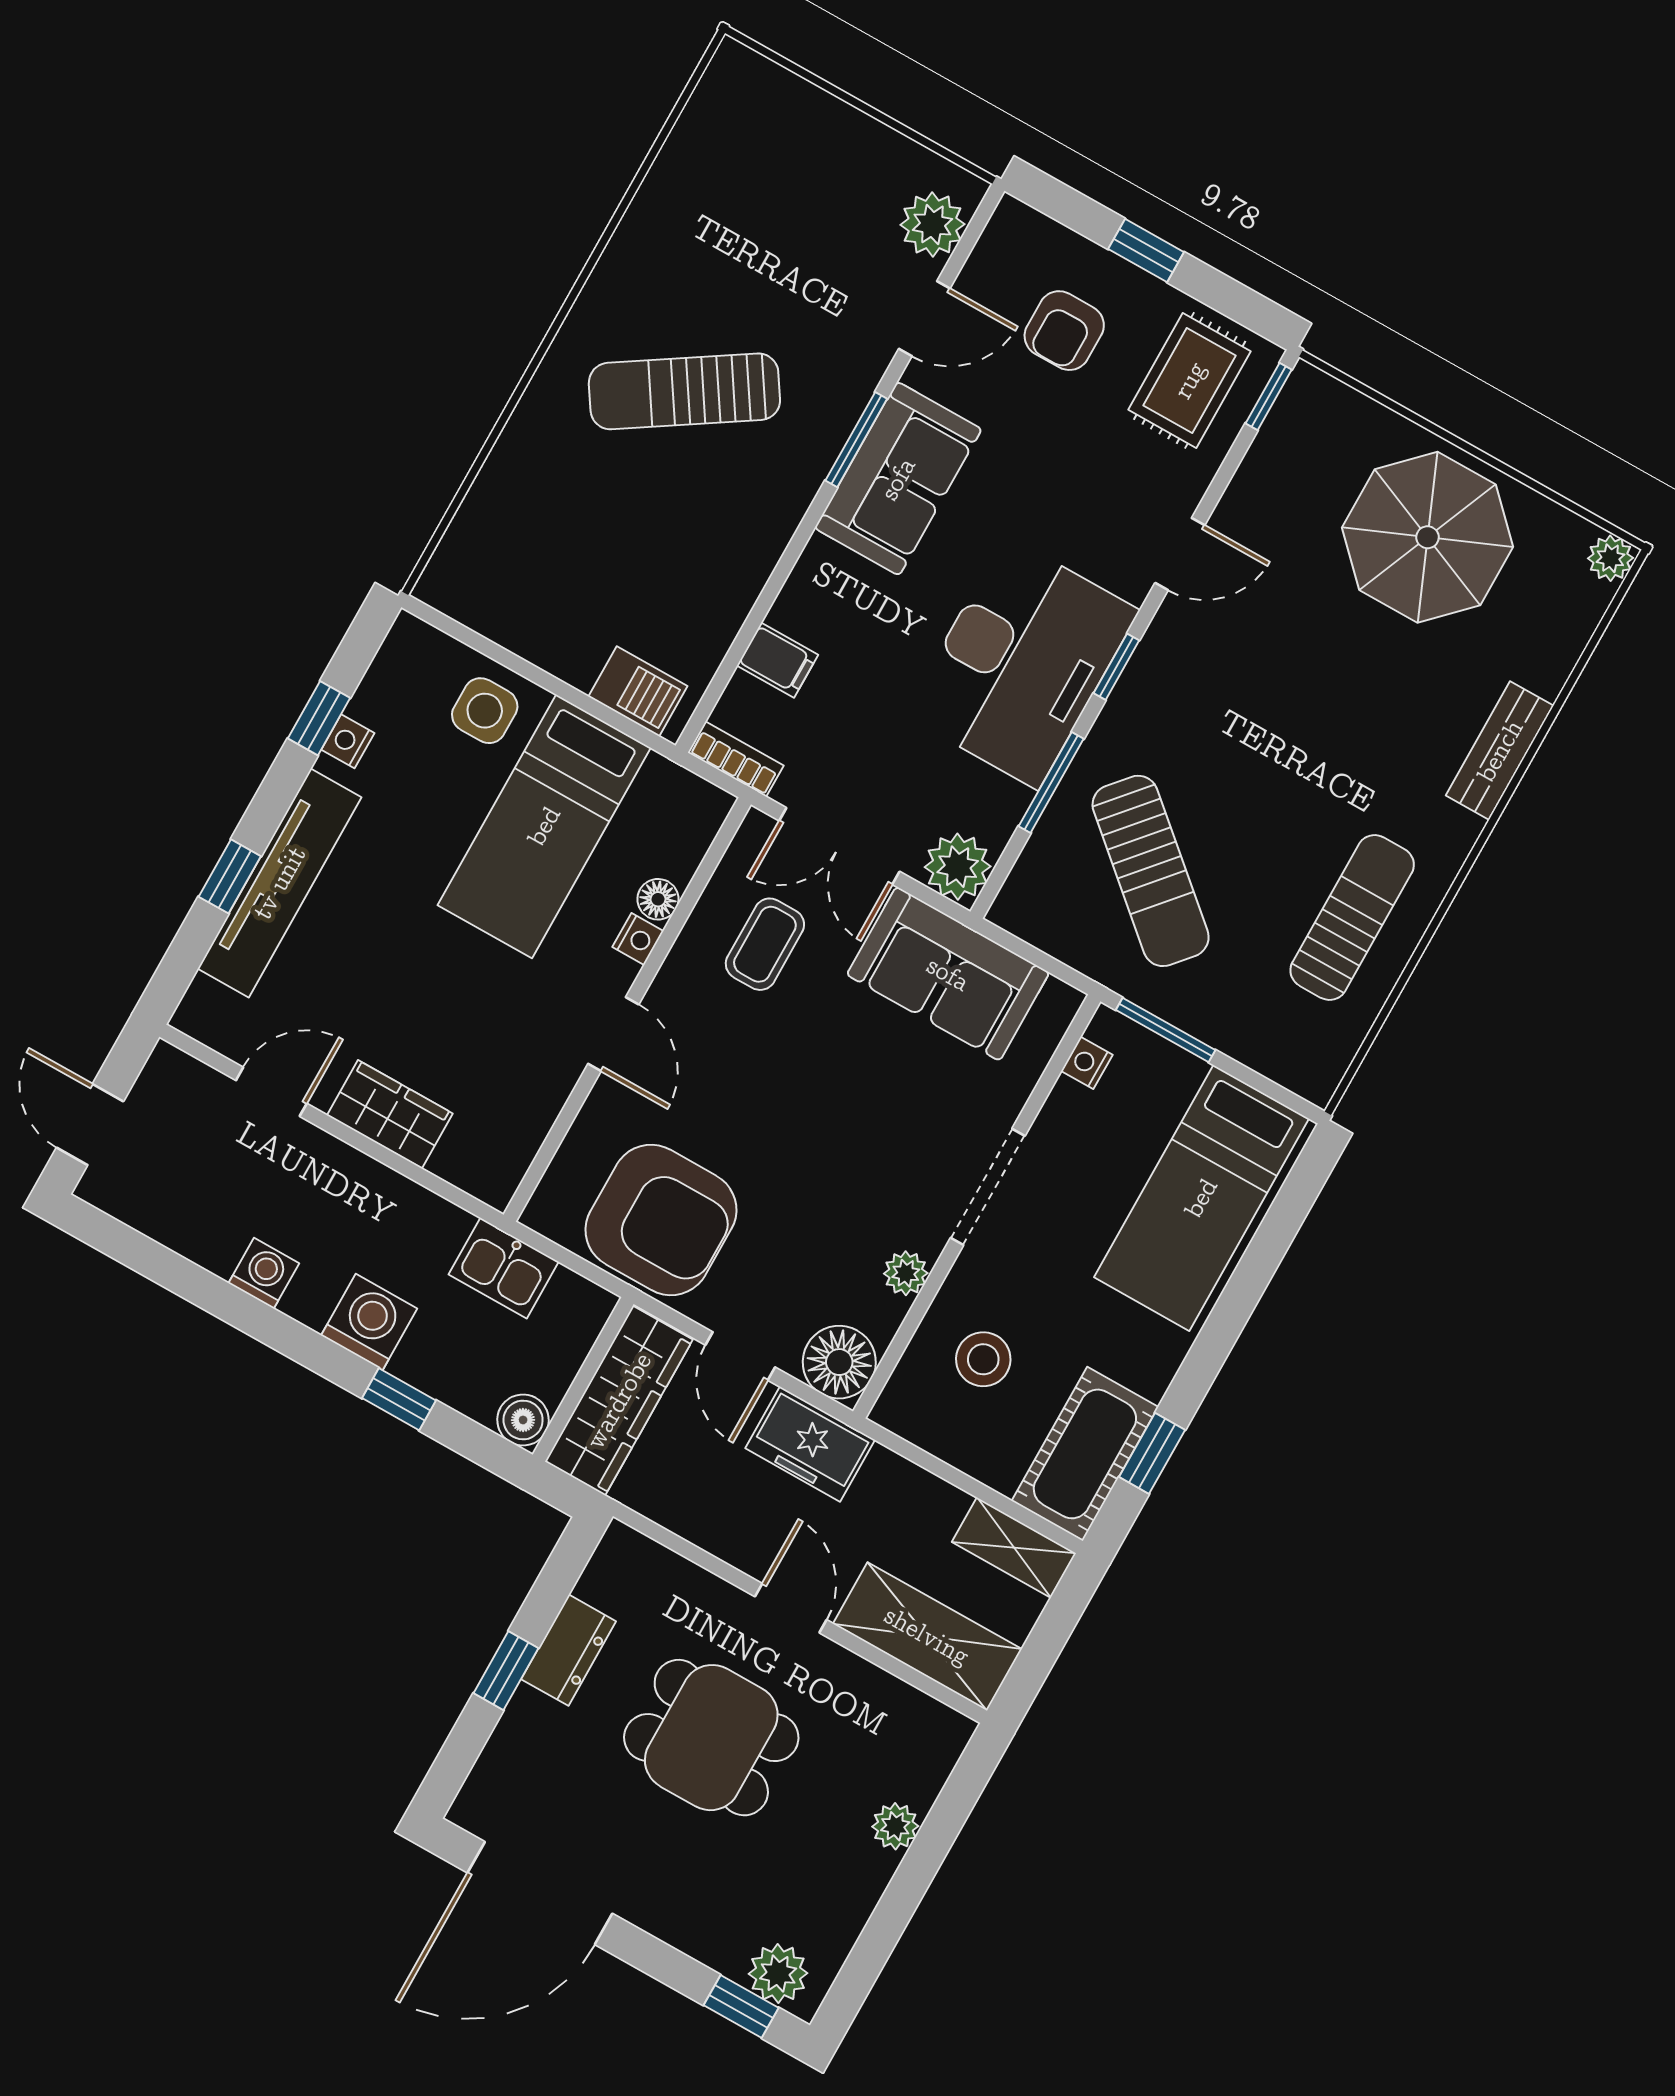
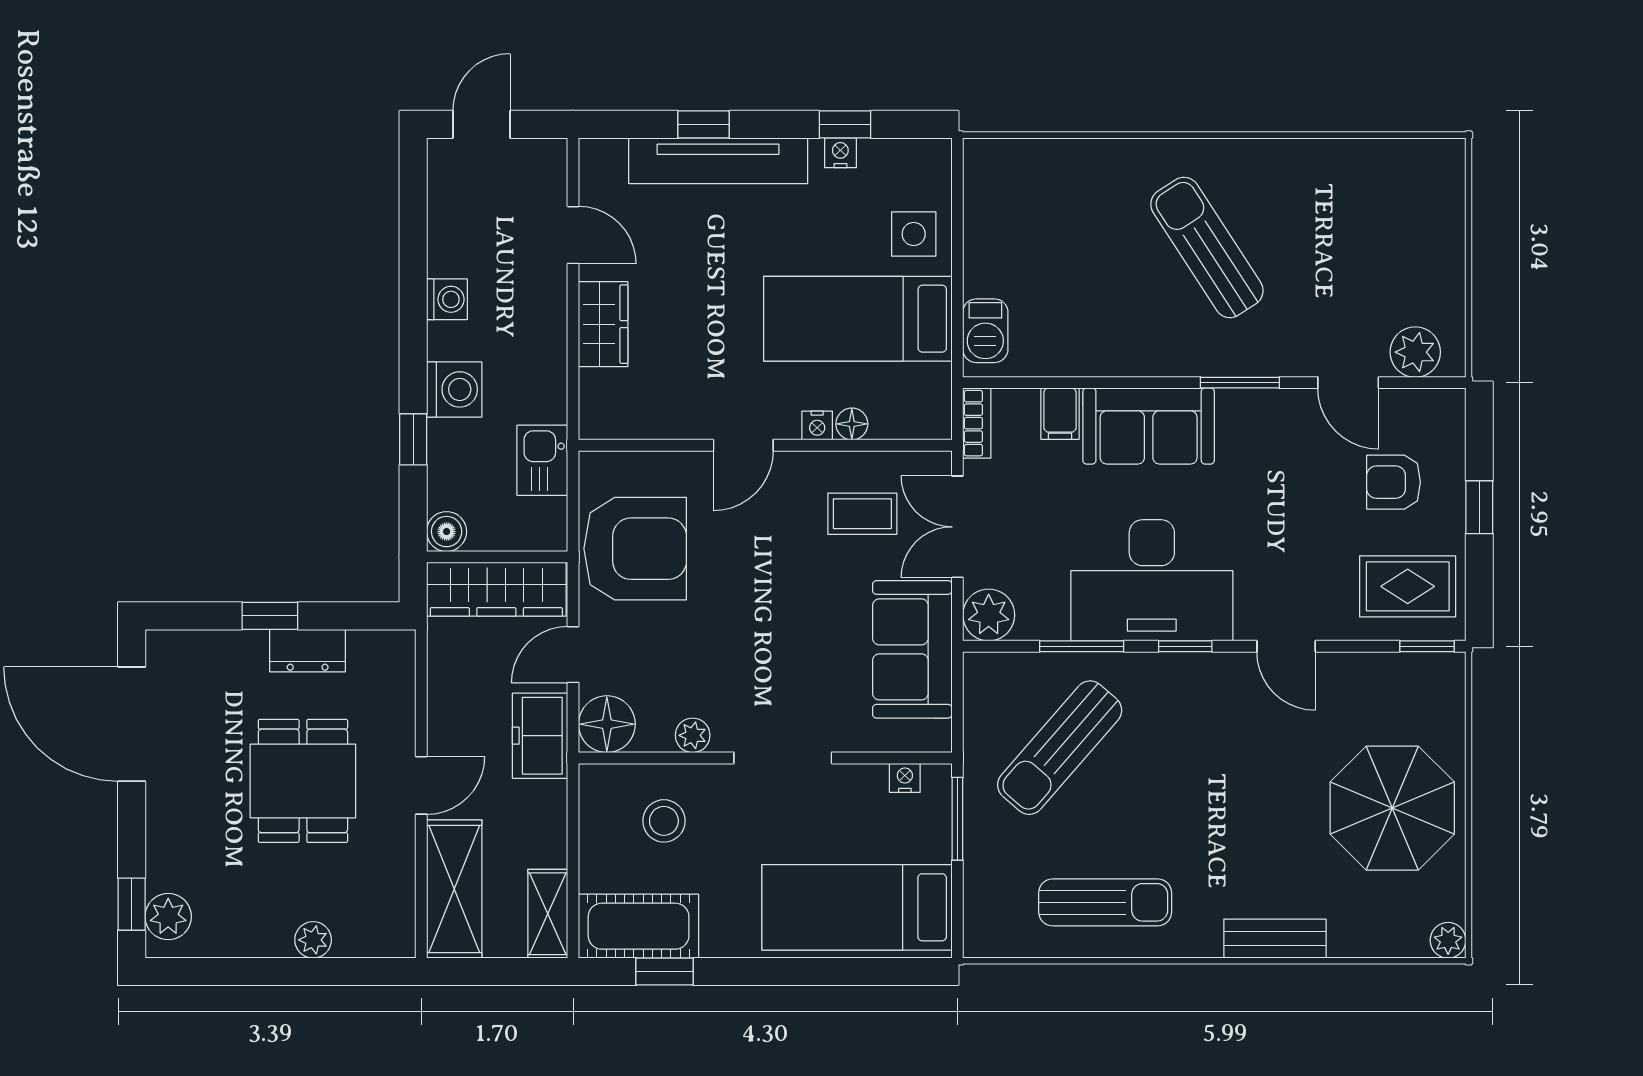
sofa: (898, 479) -> (1149, 426), moved
armchair: (661, 1220) -> (635, 549), turned -90

